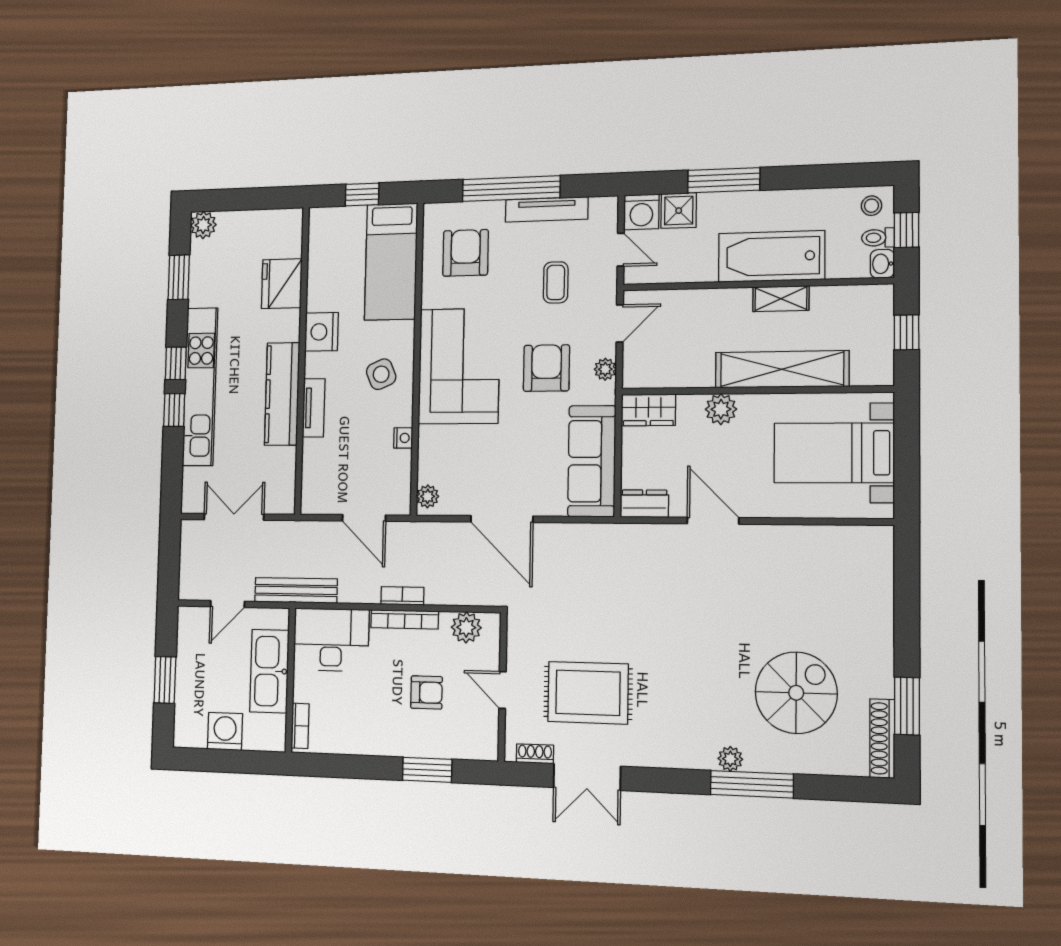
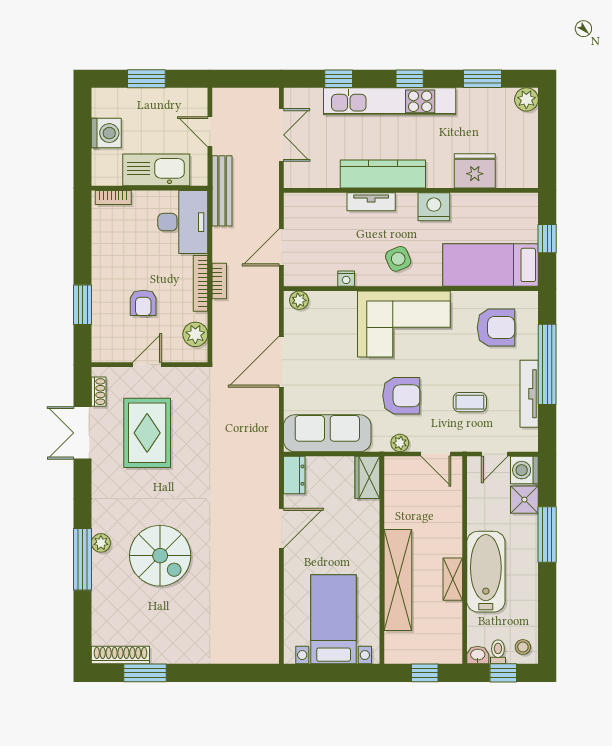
plant: (721, 409) -> (367, 534), removed
window: (174, 410) -> (339, 79), moved
spiral stairs: (796, 693) -> (160, 556), moved

